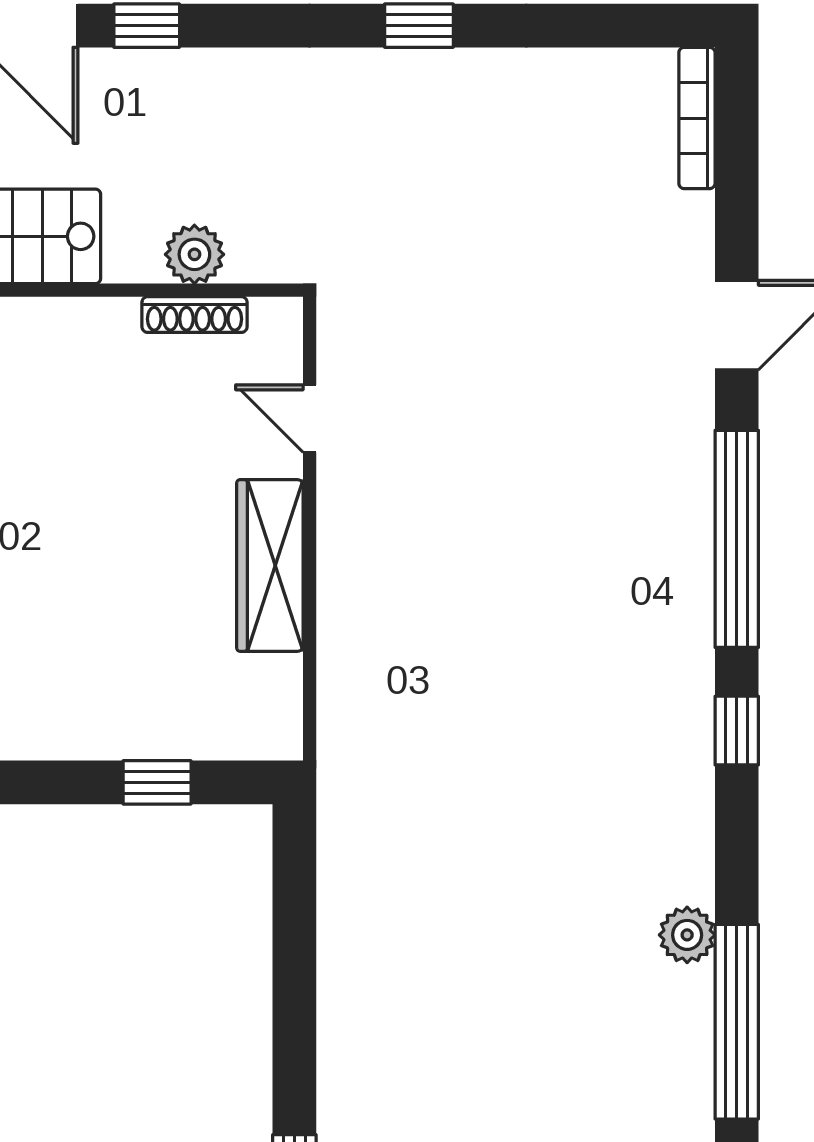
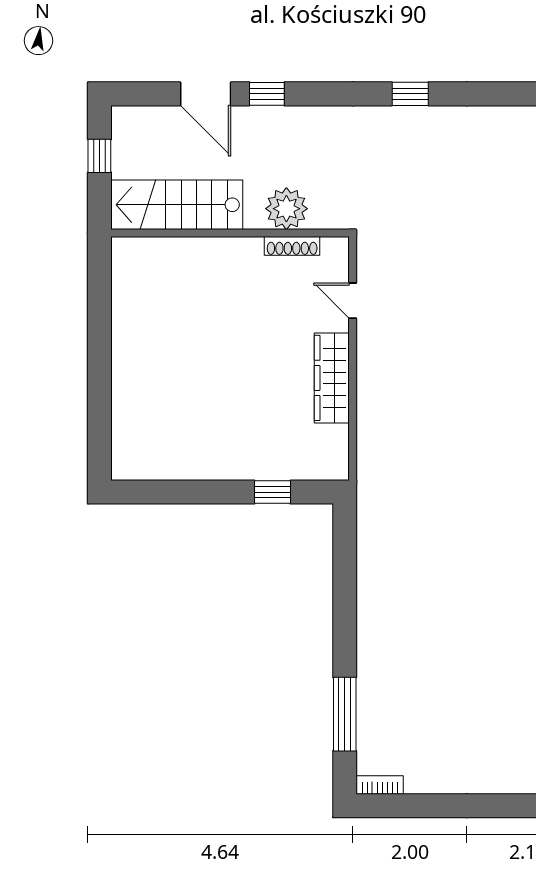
plant: (194, 254) -> (286, 209), width x1.36, depth x1.36

